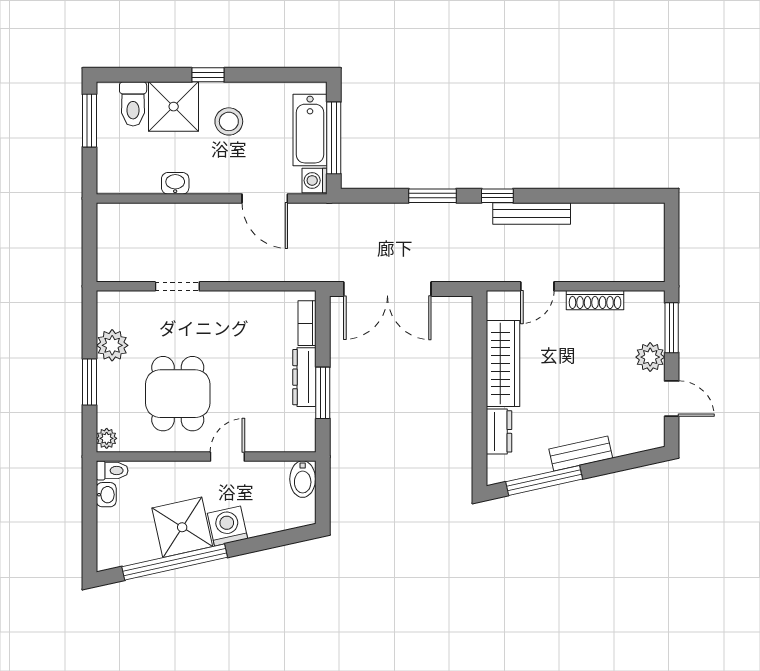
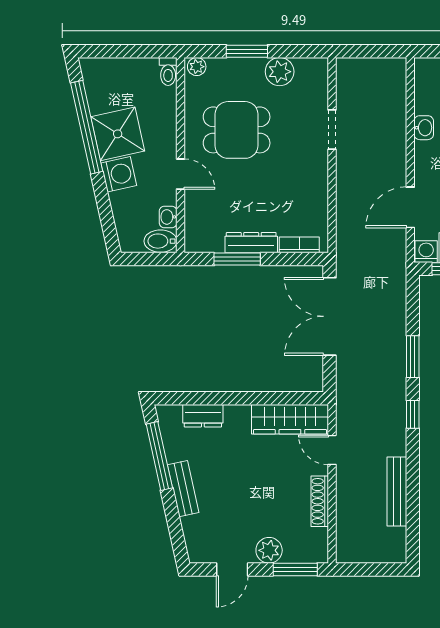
bench: (532, 213) -> (397, 492), moved
wardrobe: (503, 363) -> (290, 419), moved
washbasin: (106, 495) -> (168, 217), moved, turned 90

